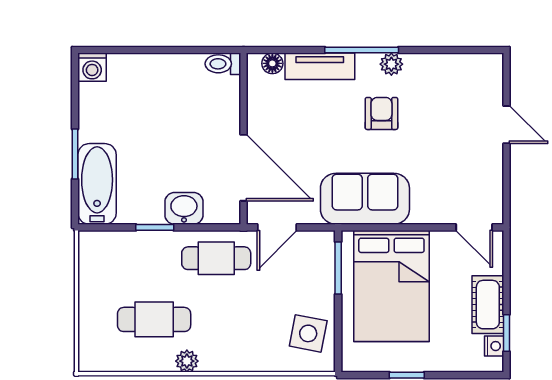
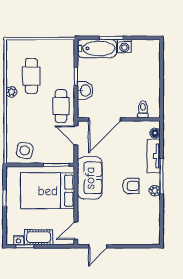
toilet: (223, 64) -> (143, 109), moved
washing machine: (92, 67) -> (124, 46), moved, turned -90
door: (507, 125) -> (98, 246), moved

